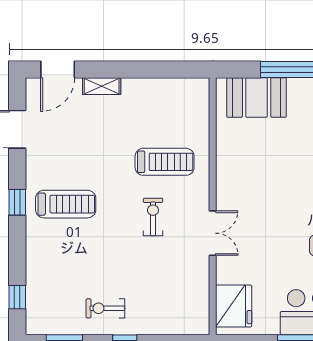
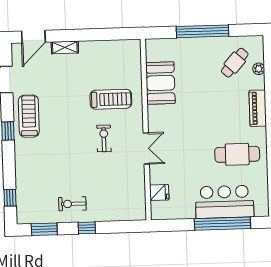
booth: (257, 98) -> (160, 83), moved, turned 90
treadmill: (66, 204) -> (29, 116), moved, turned -90
fridge: (234, 306) -> (159, 192), width x0.53, depth x0.75

